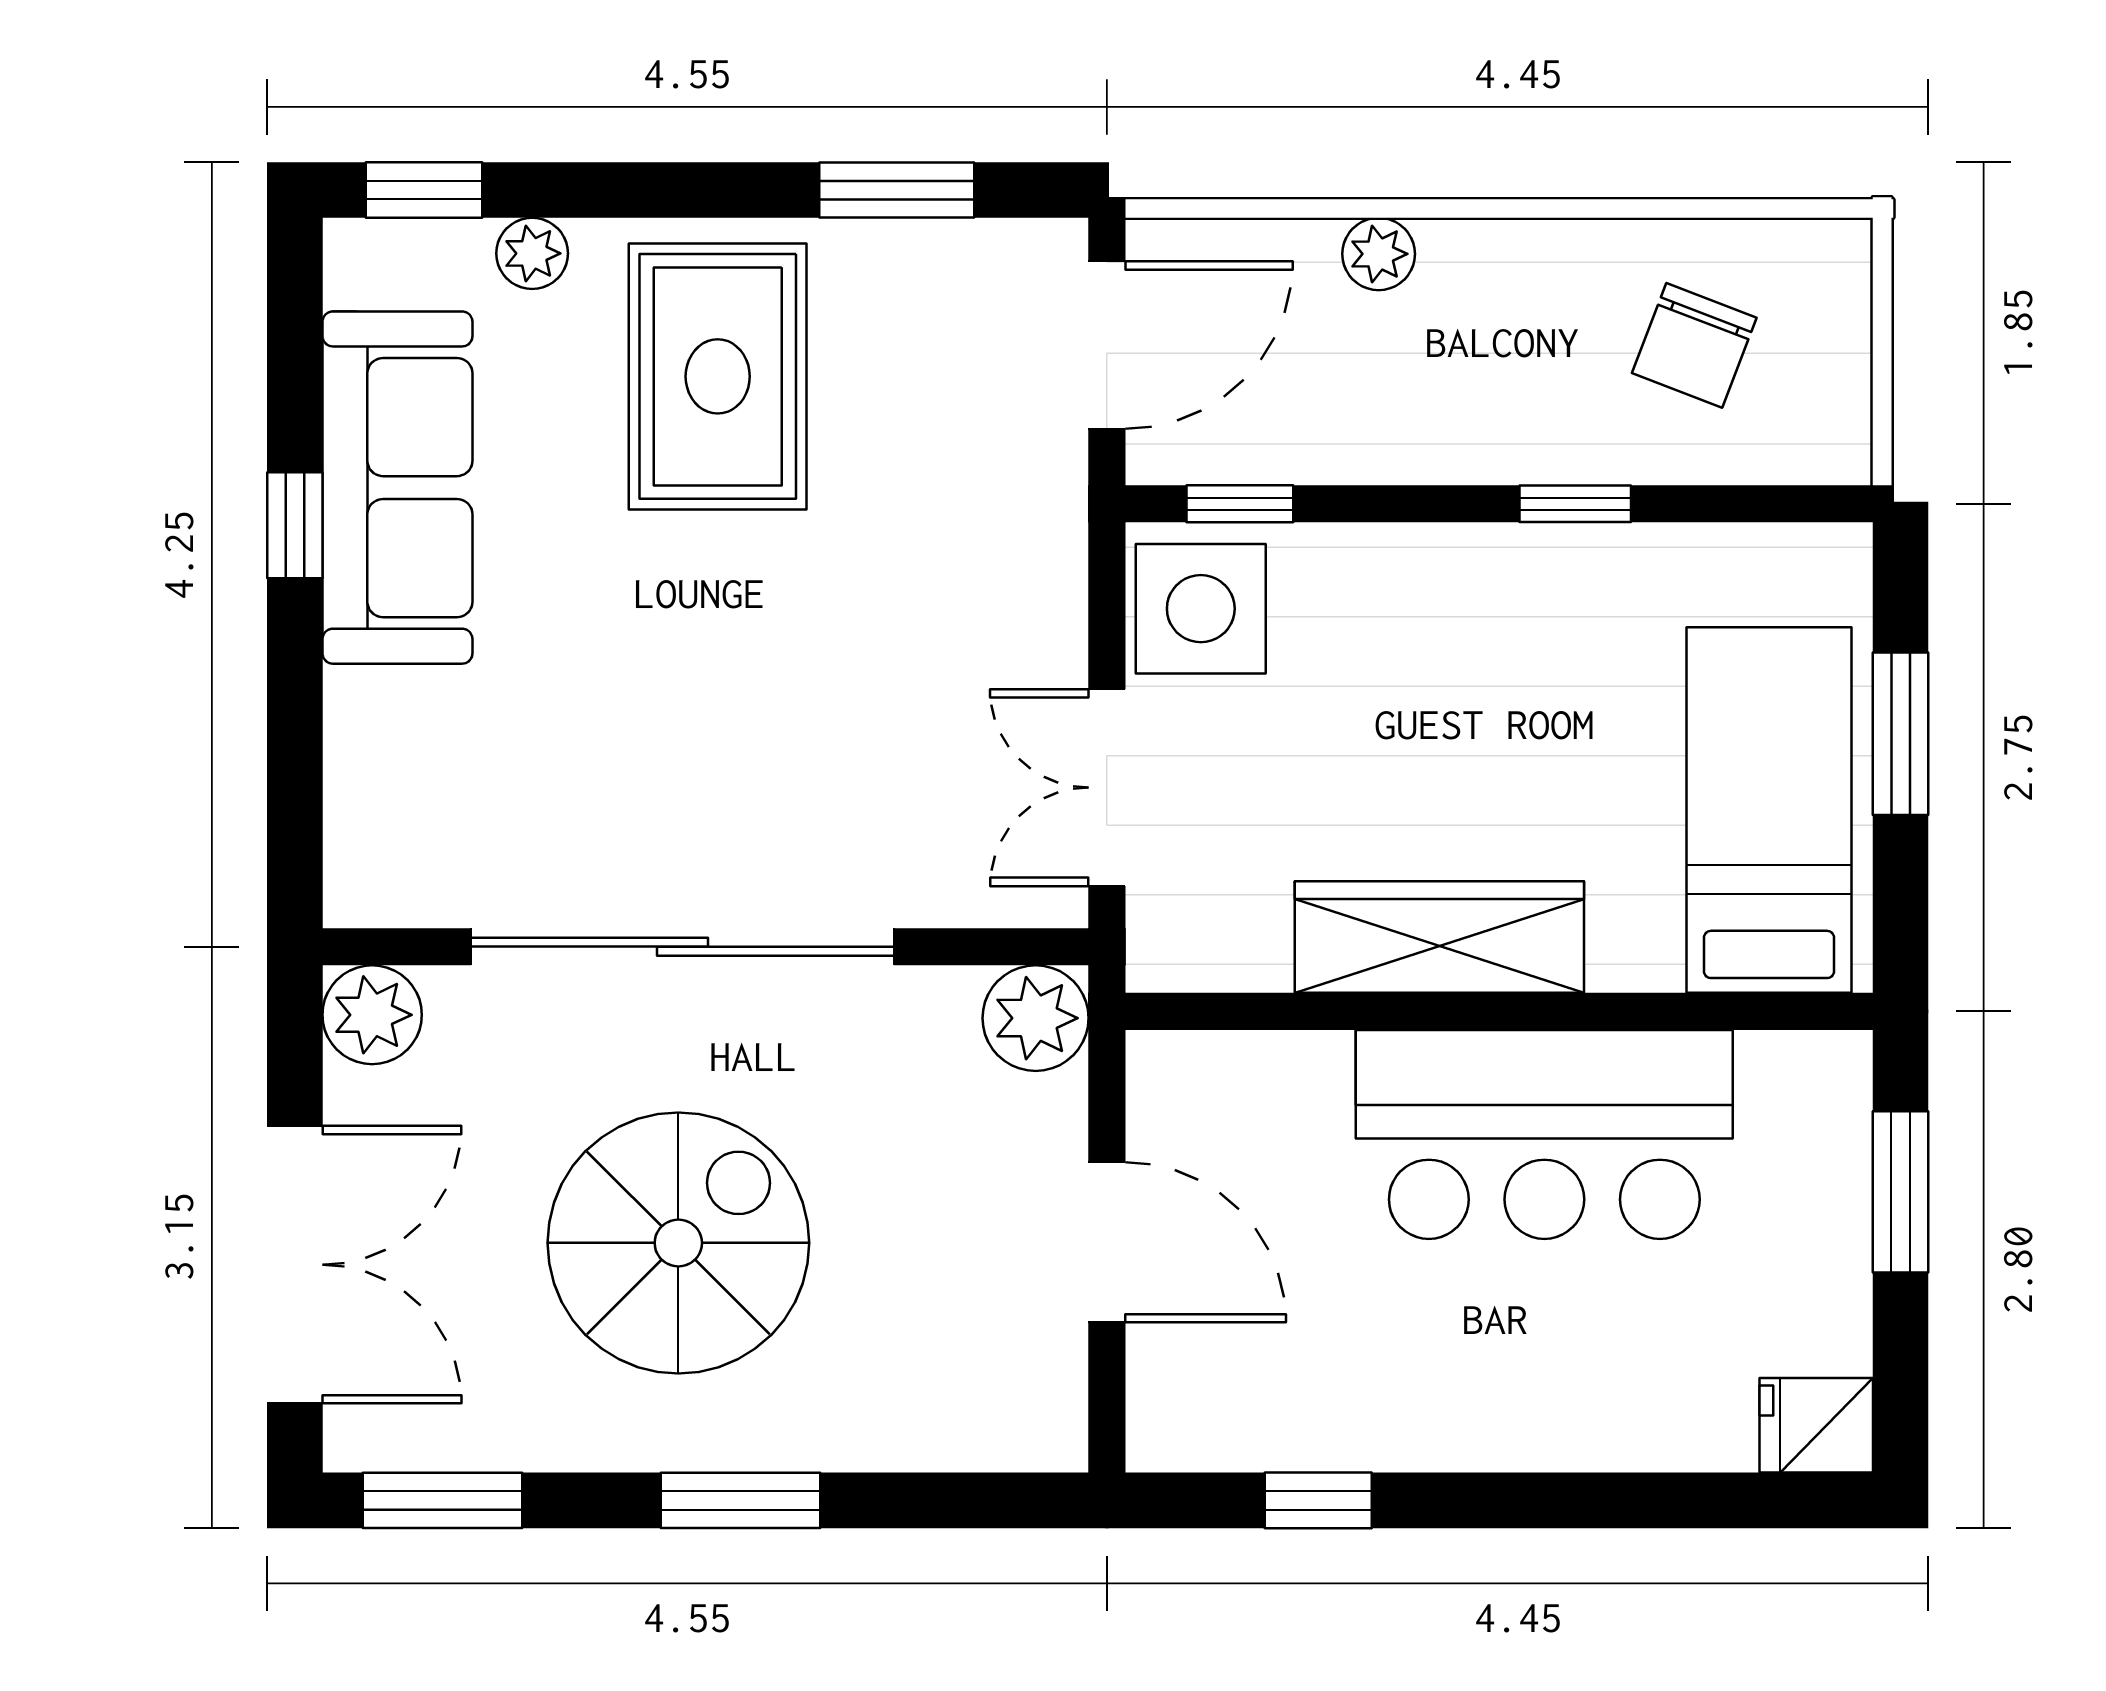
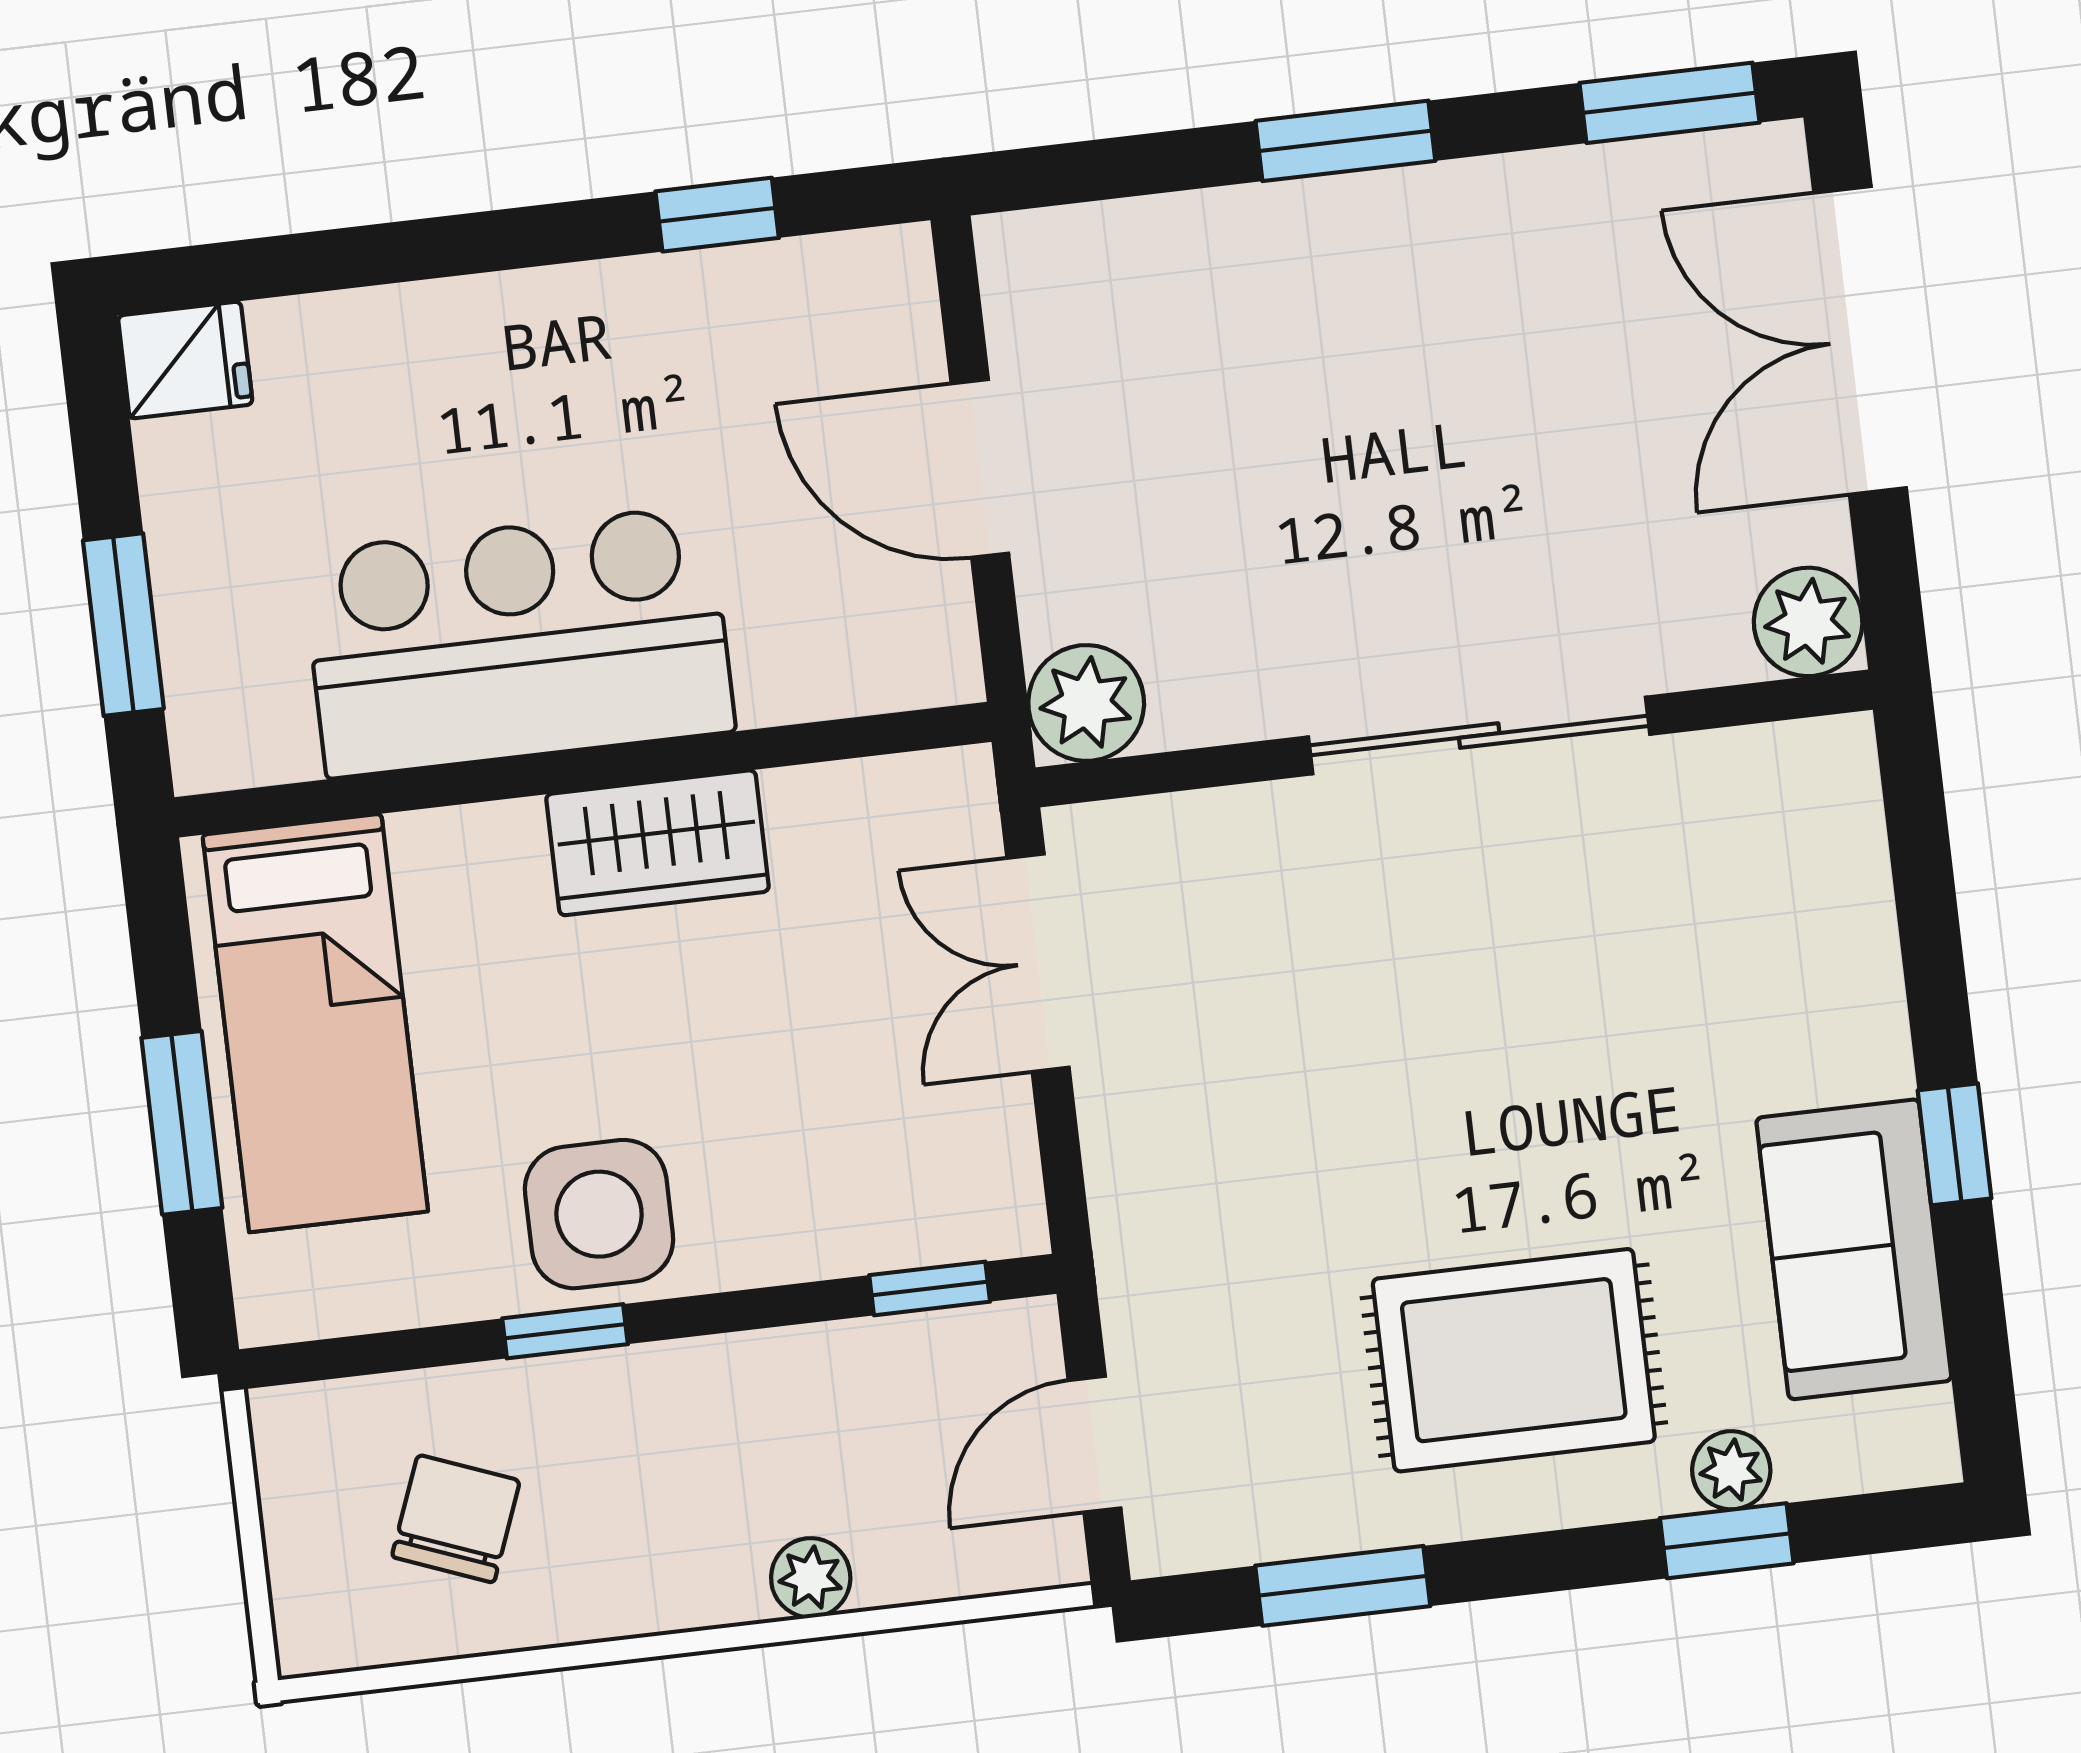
window: (424, 190) -> (1727, 1541), moved
door: (1107, 345) -> (1095, 1444), width x0.73
rug: (718, 376) -> (1514, 1360), turned 90
sofa: (397, 488) -> (1854, 1249), width x0.73
side table: (1201, 609) -> (599, 1214), moved
double door: (1107, 788) -> (1038, 963), swing flipped
wardrobe: (1439, 937) -> (657, 843), width x0.67
sliding door: (683, 947) -> (1479, 736), width x0.73
spiral stairs: (678, 1243) -> (1446, 413), removed

